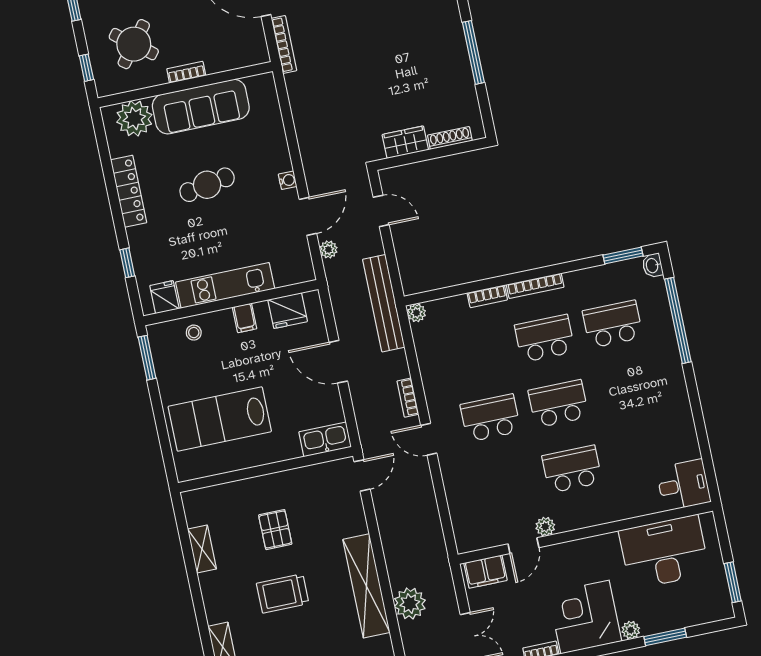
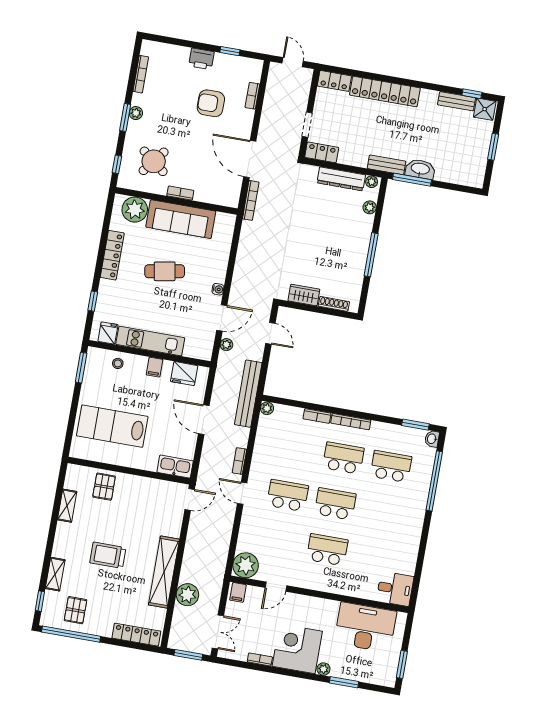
plant: (545, 527) -> (246, 565), moved, width x1.87, depth x1.87
pallet: (275, 530) -> (104, 487), moved
filing cabinet: (486, 572) -> (238, 592), width x0.50

